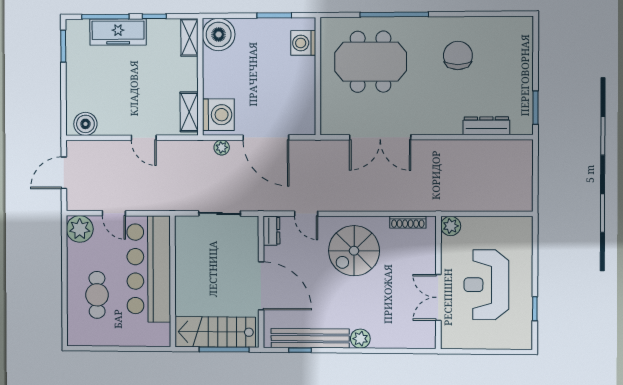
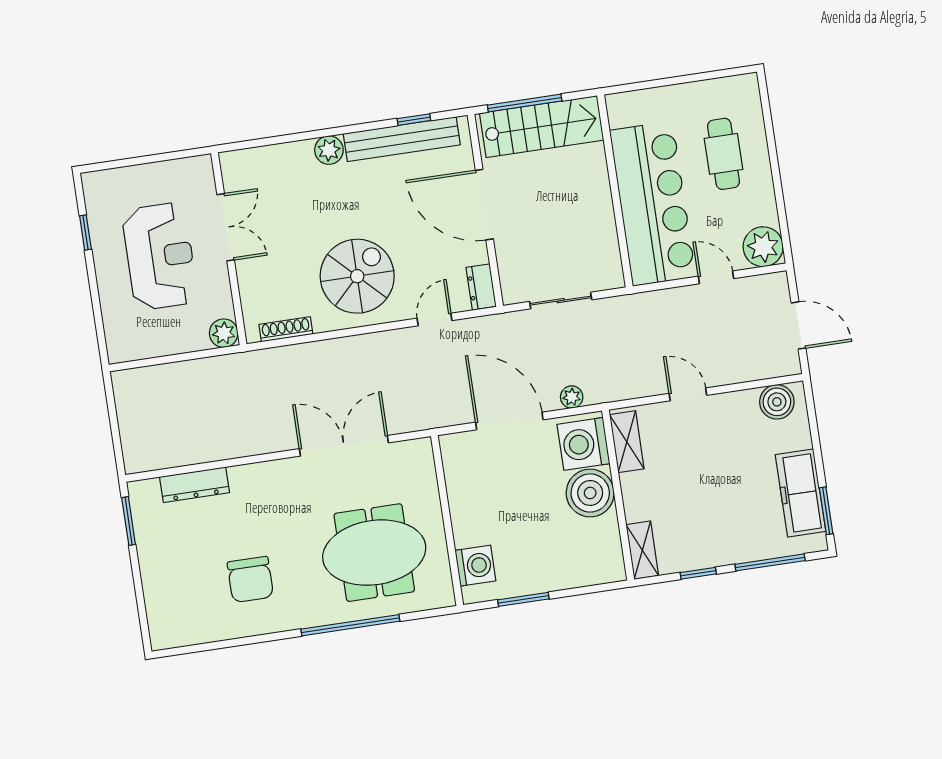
freezer: (118, 32) -> (801, 493), moved, turned -90
boiler: (219, 34) -> (590, 493), moved
door: (64, 173) -> (798, 325), hinge flipped
door: (306, 214) -> (435, 319), hinge flipped

